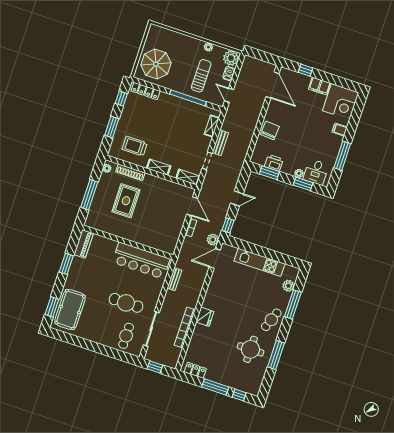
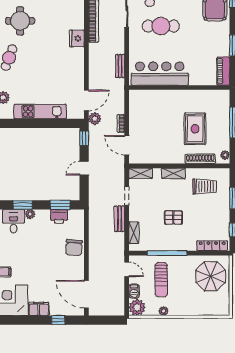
pallet: (172, 128) -> (173, 218), added

